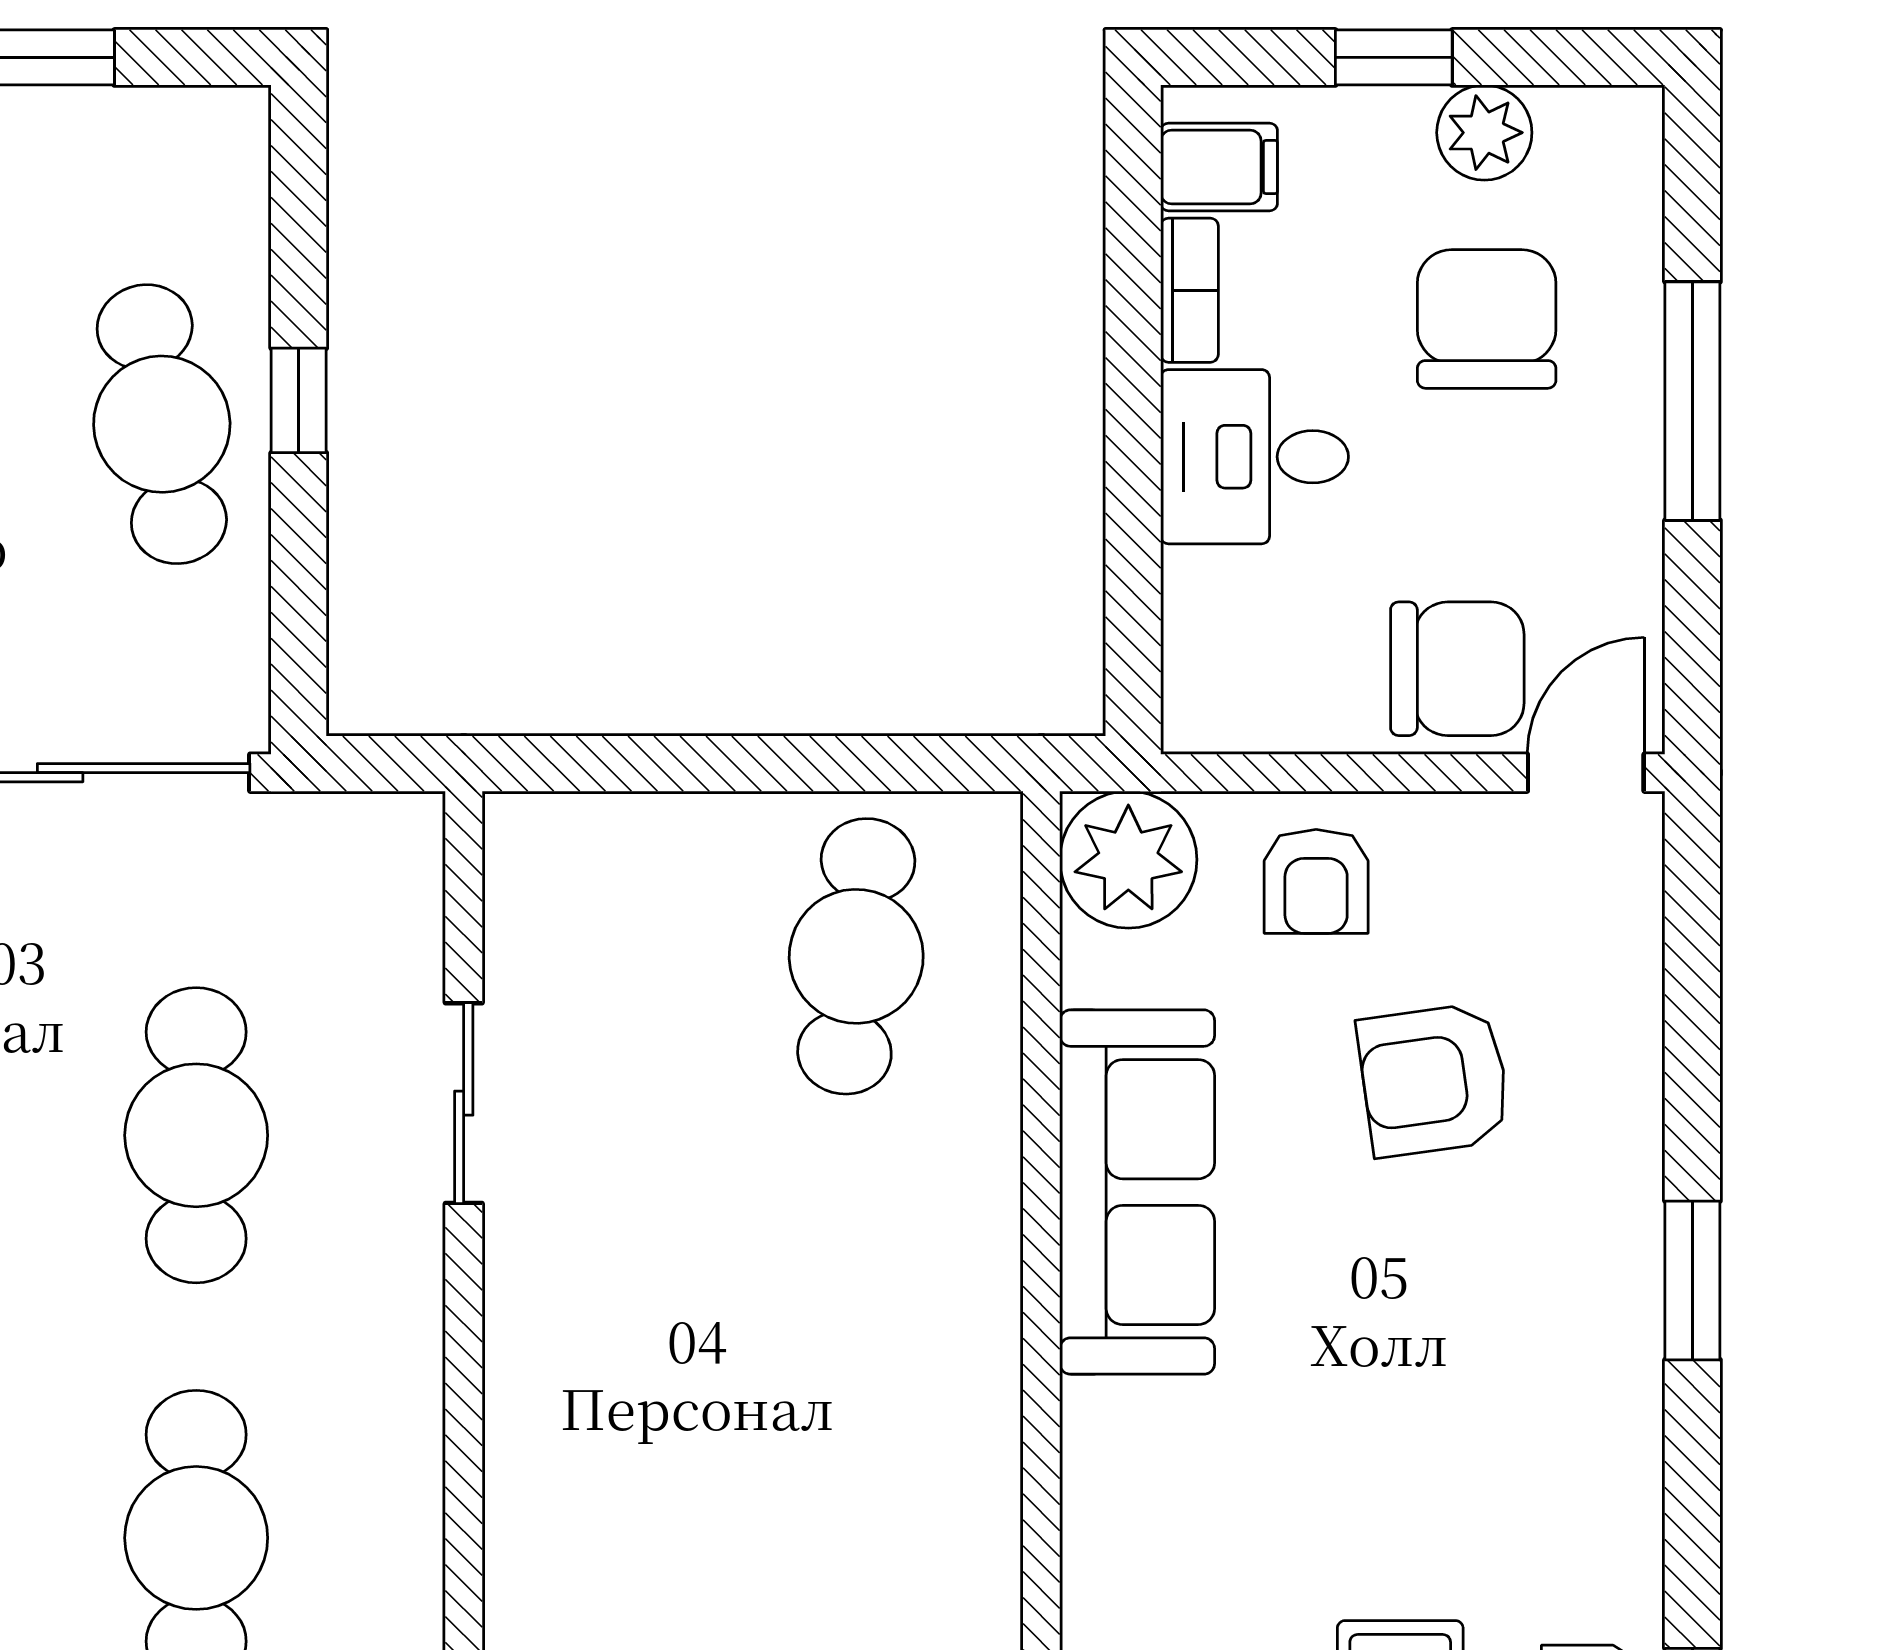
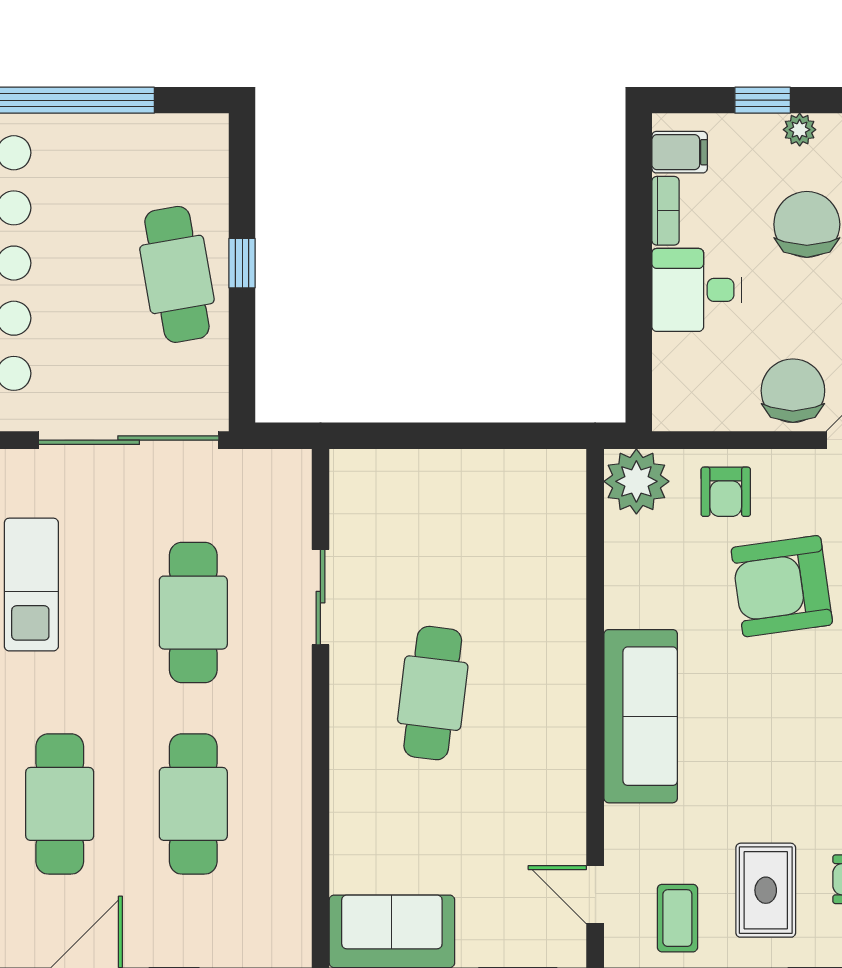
plant: (1484, 133) -> (800, 130), width x0.73, depth x0.73
chair: (1457, 669) -> (793, 391), turned -90
cafe table: (856, 956) -> (433, 693), moved
armchair: (1434, 1080) -> (782, 586), width x1.36, depth x1.36
sofa: (1137, 1192) -> (641, 716), moved

